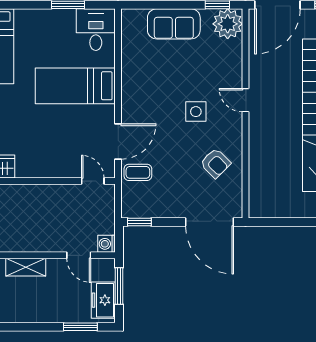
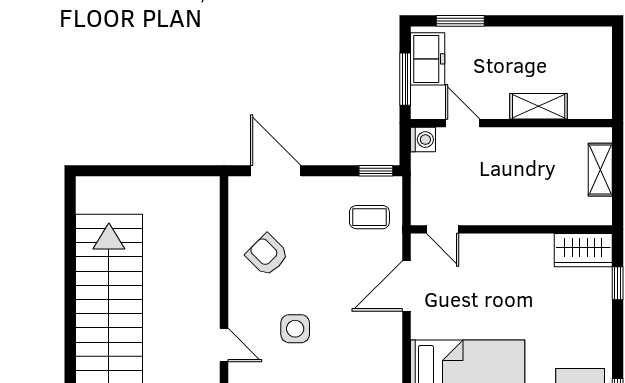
coffee table: (138, 172) -> (369, 217), moved
door: (210, 222) -> (276, 171), width x0.73

